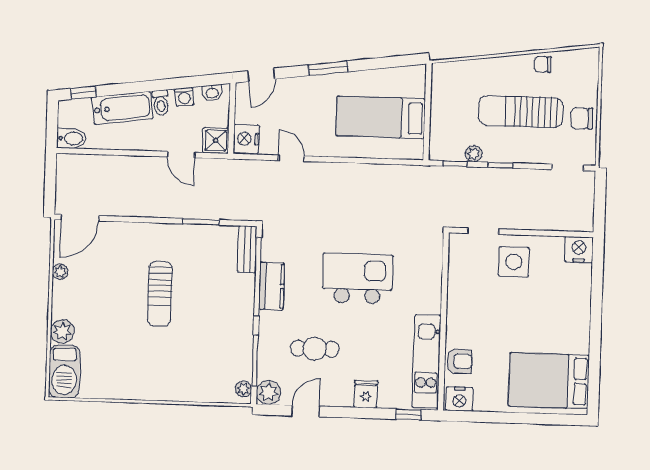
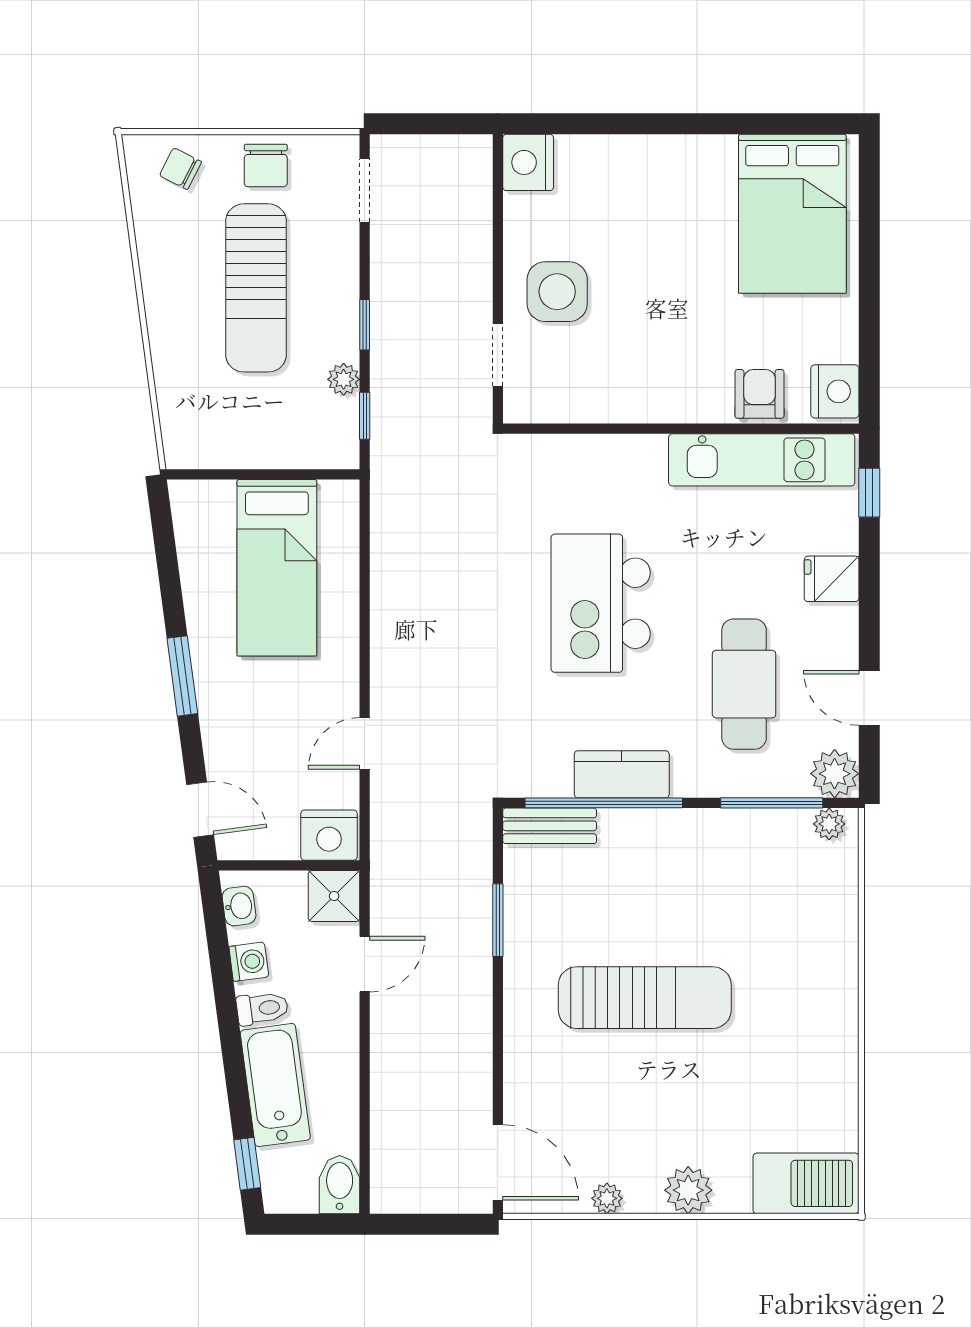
chair: (543, 64) -> (180, 169), moved, turned 117
sun lounger: (160, 294) -> (645, 998), width x1.36, depth x1.34
plant: (62, 331) -> (688, 1190), moved
cafe table: (315, 349) -> (744, 684), width x1.37, depth x1.35

